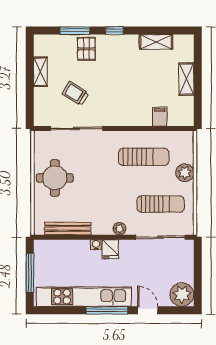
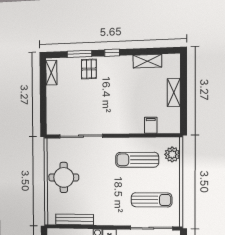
shelving: (40, 72) -> (51, 73), moved
trolley: (75, 94) -> (80, 107), removed
sun lounger: (144, 157) -> (137, 160), turned 180
plant: (185, 173) -> (172, 154), moved
plant: (119, 229) -> (117, 220), removed

